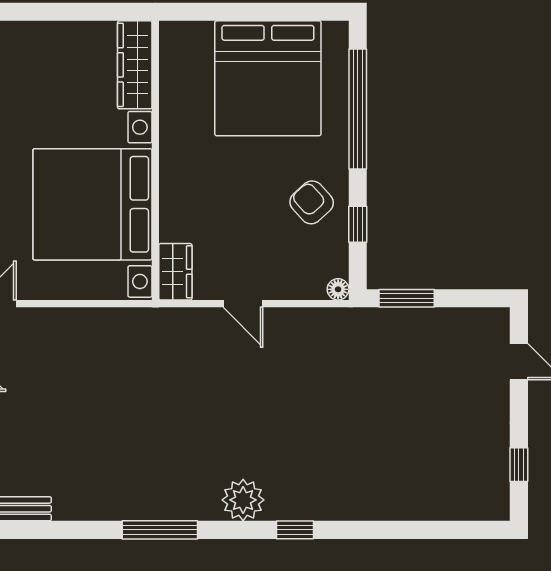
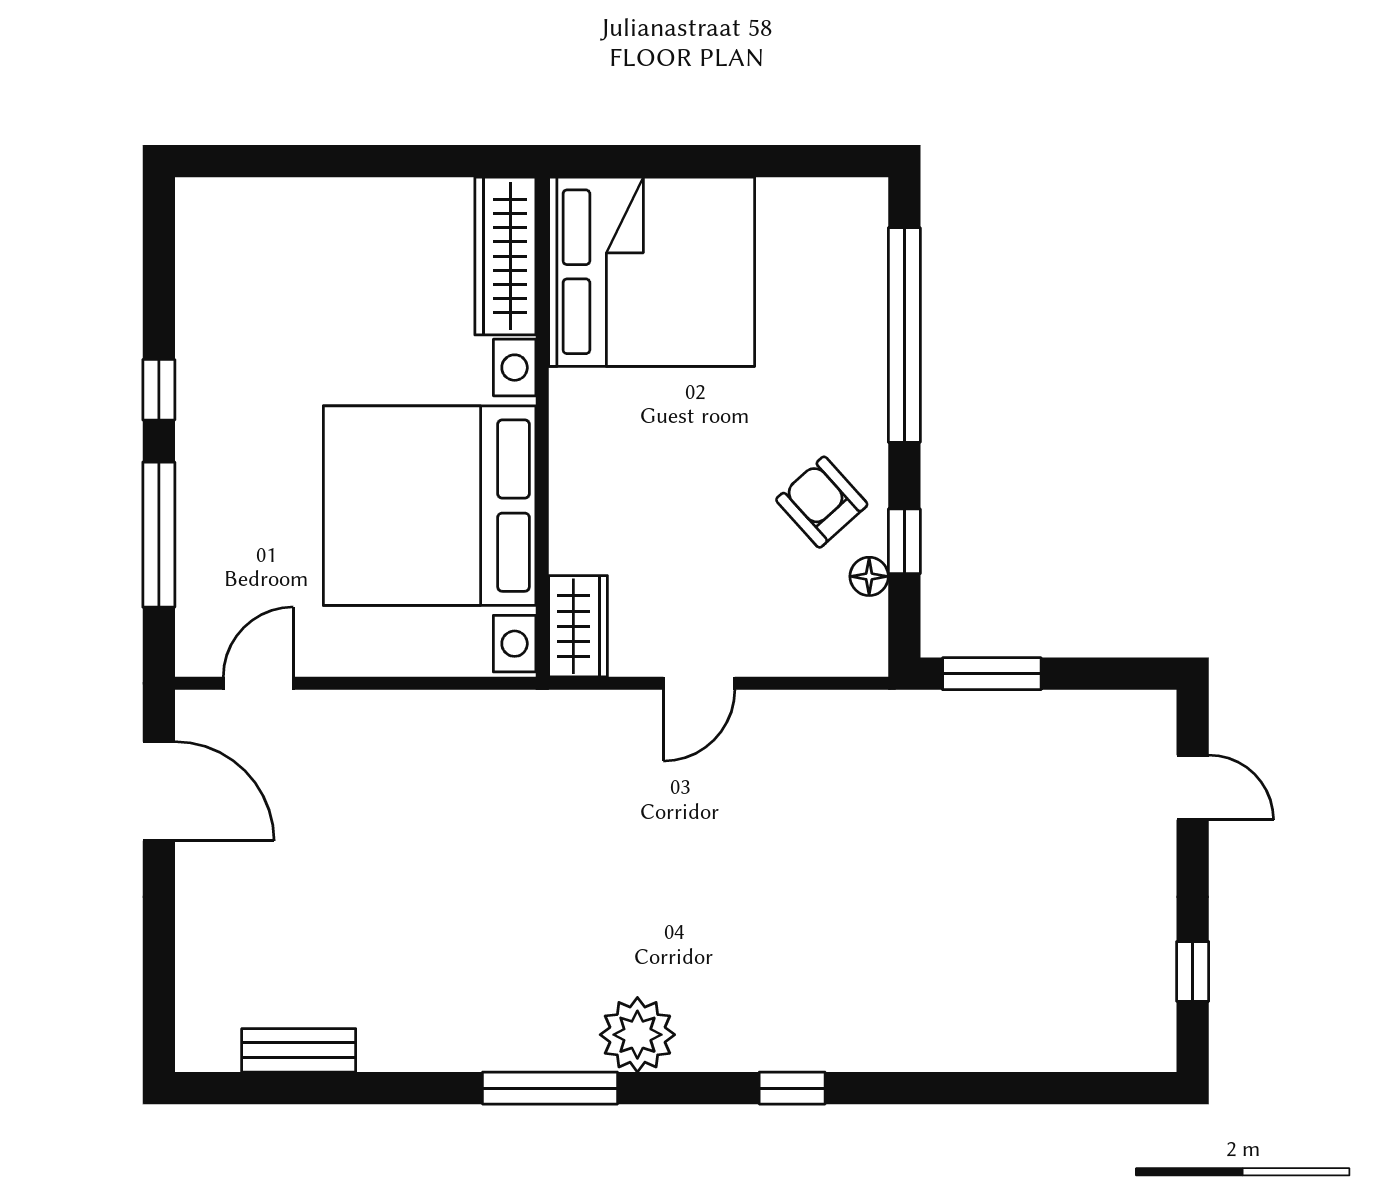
bed: (268, 78) -> (652, 272), moved, turned -90
floor lamp: (338, 289) -> (869, 576), moved
door: (243, 304) -> (699, 683), hinge flipped
plant: (243, 500) -> (637, 1035), moved

